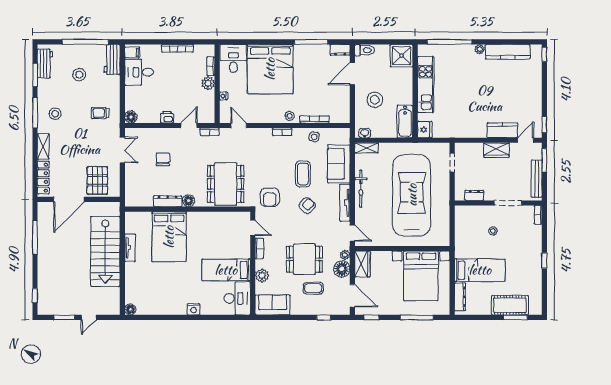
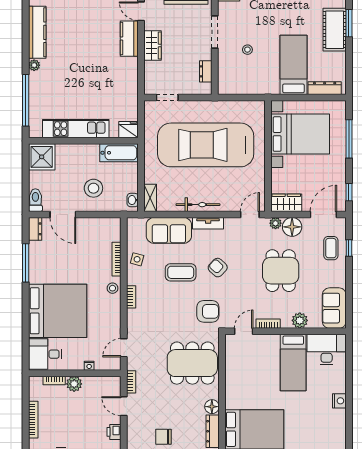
tv unit: (345, 203) -> (208, 223), width x0.71
coffee table: (313, 288) -> (331, 248), moved

